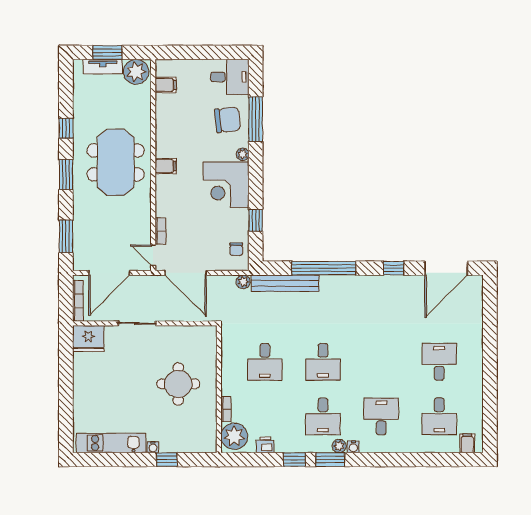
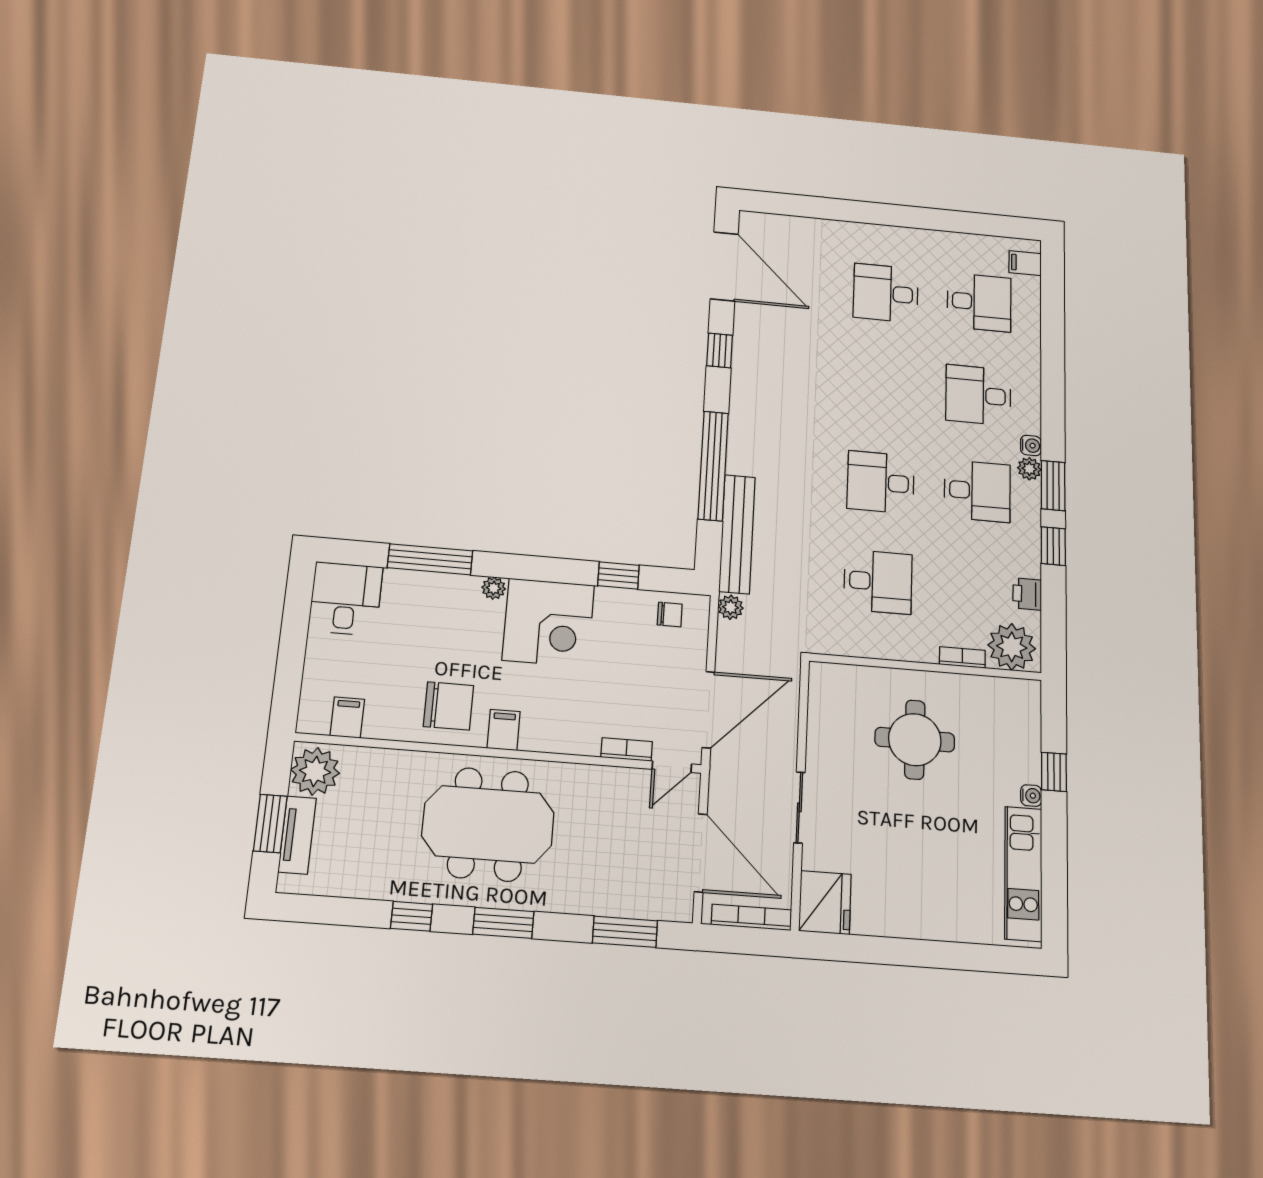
chair: (227, 120) -> (448, 706), moved, turned 96
desk: (323, 362) -> (881, 482), turned 180

